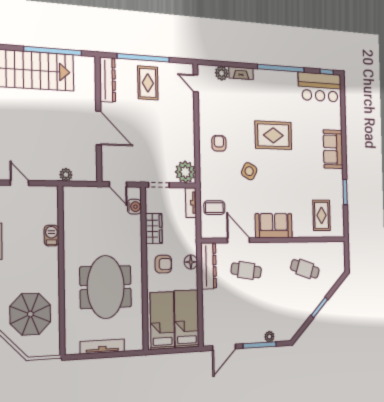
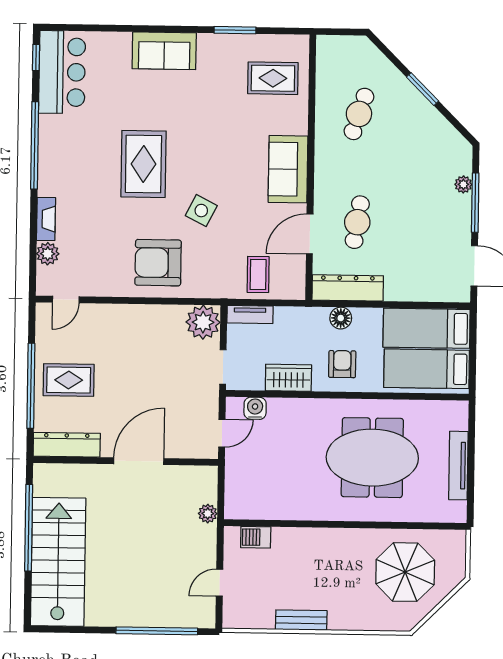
armchair: (219, 143) -> (158, 263), width x1.88, depth x1.88
barbecue: (51, 236) -> (256, 537), moved

